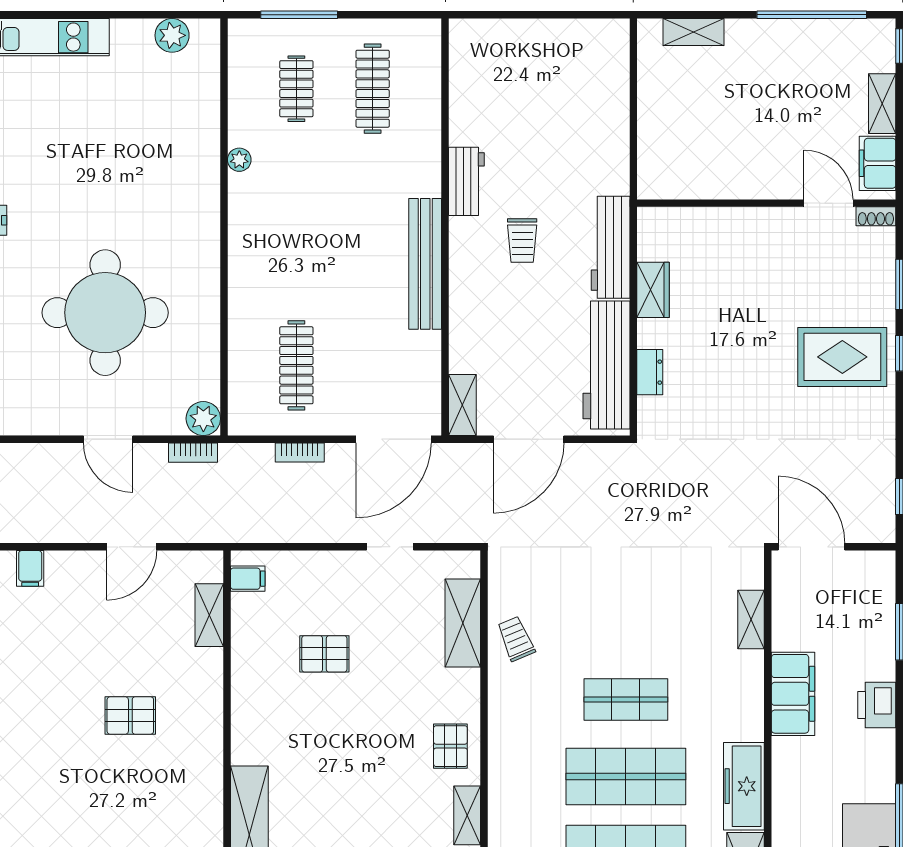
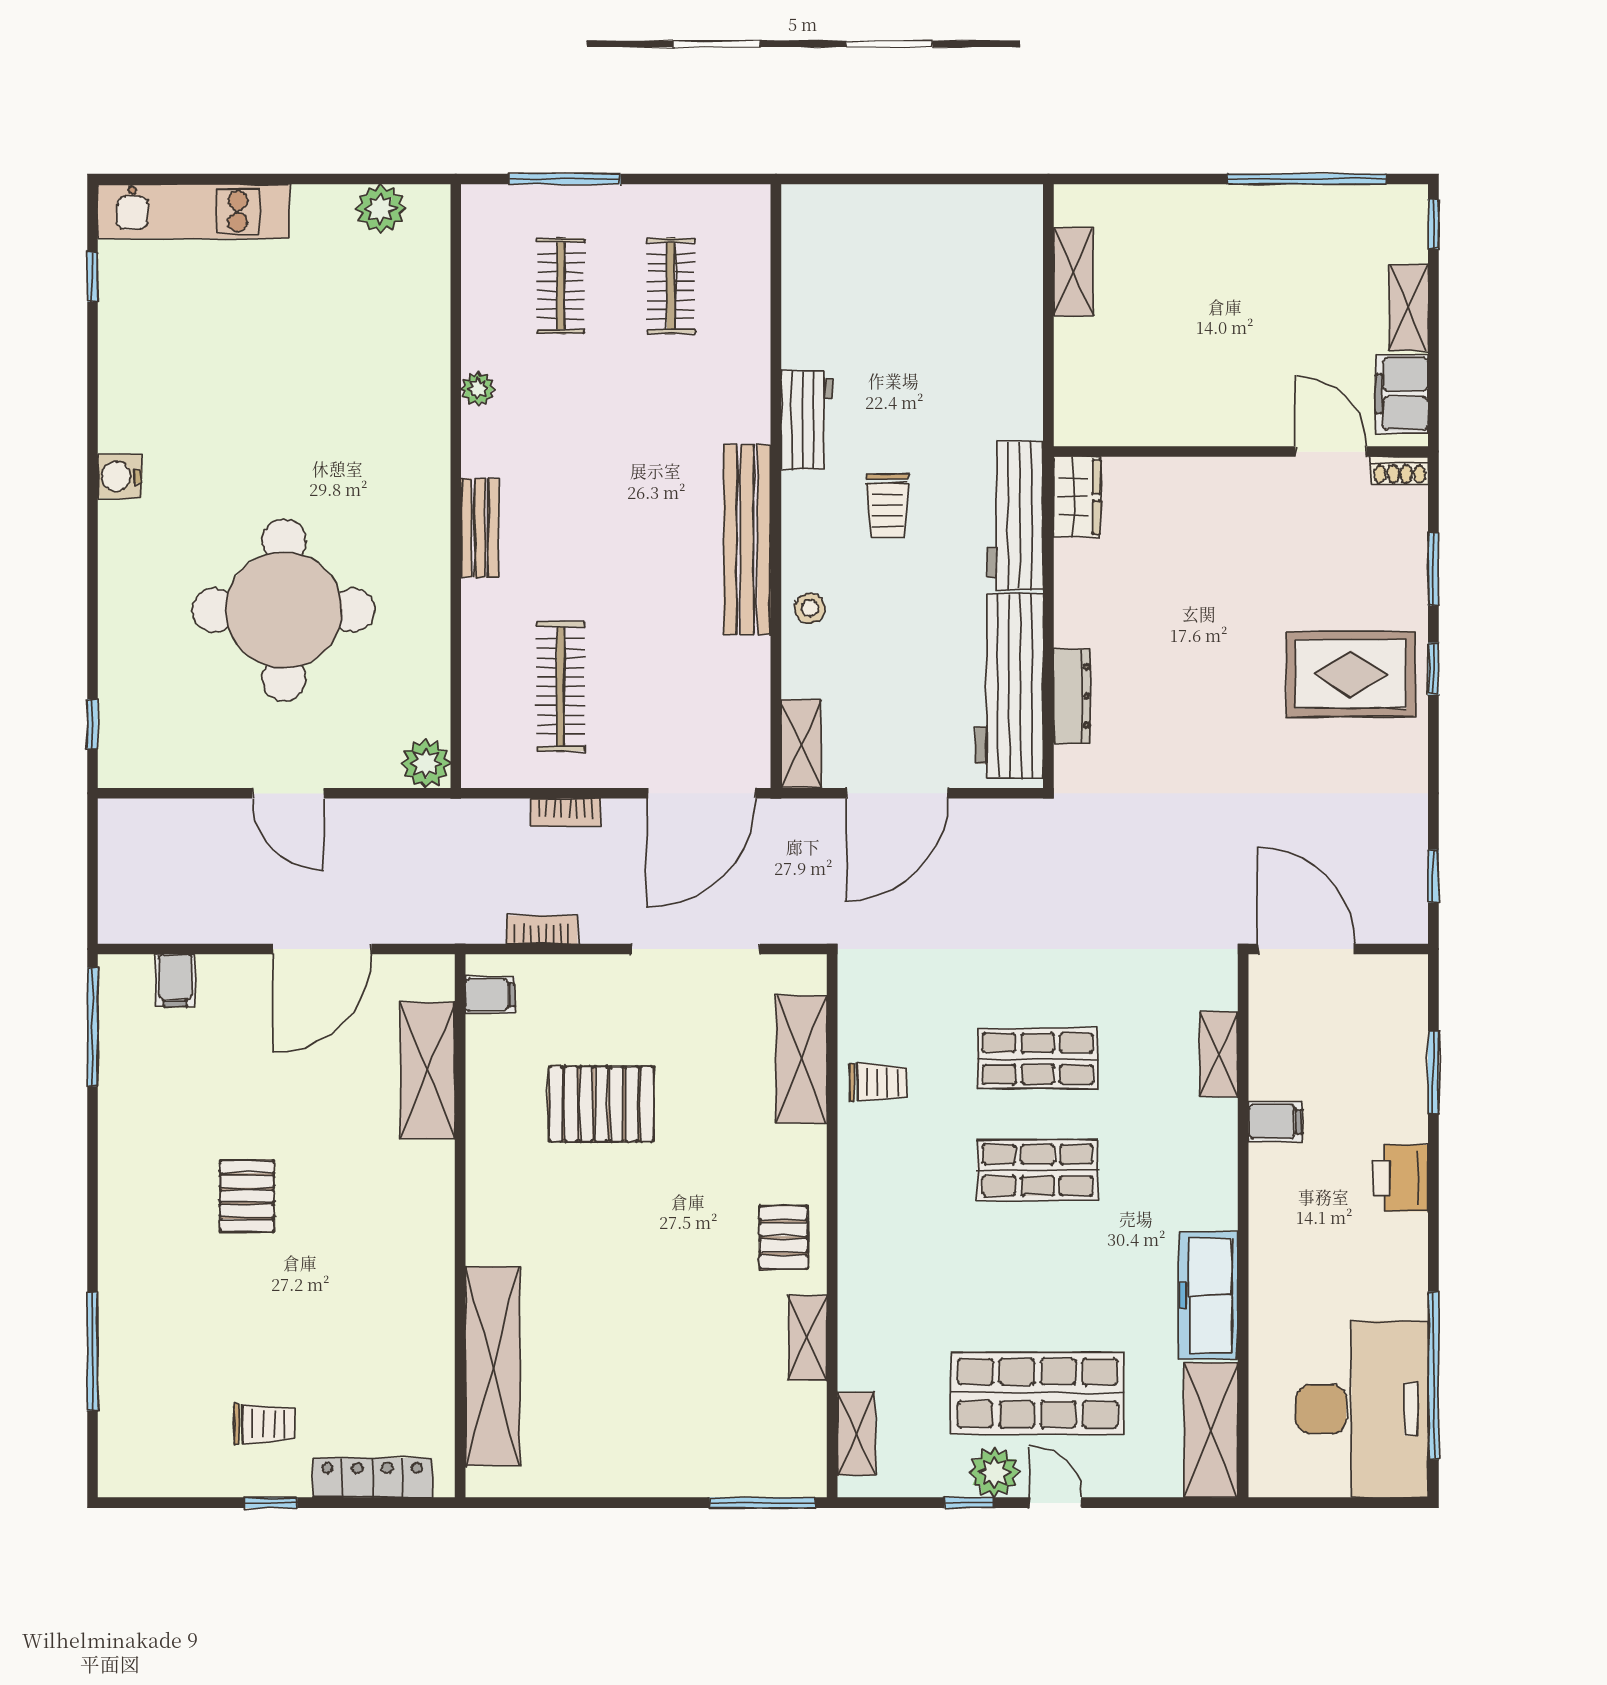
shelving: (694, 32) -> (1073, 272), moved, turned 90
clothes rail: (373, 89) -> (671, 286), width x0.73
bench: (241, 256) -> (480, 528), added
wardrobe: (653, 290) -> (1077, 497), moved
stool: (469, 311) -> (810, 608), added
dresser: (650, 372) -> (1072, 696), width x1.44
bookcase: (193, 453) -> (542, 930), moved, turned 180
door: (132, 547) -> (322, 949), width x1.36
doorway: (390, 547) -> (696, 949), width x1.88
shelving: (209, 615) -> (428, 1071), width x1.50, depth x1.33
trolley: (516, 639) -> (879, 1082), turned 113
pallet: (324, 654) -> (601, 1104), width x1.50, depth x1.42
filing cabinet: (793, 694) -> (1275, 1122), width x0.33, depth x0.86
pallet: (130, 716) -> (247, 1196), moved, turned 90
shop shelf: (626, 777) -> (1038, 1059), moved, width x0.70, depth x0.74

